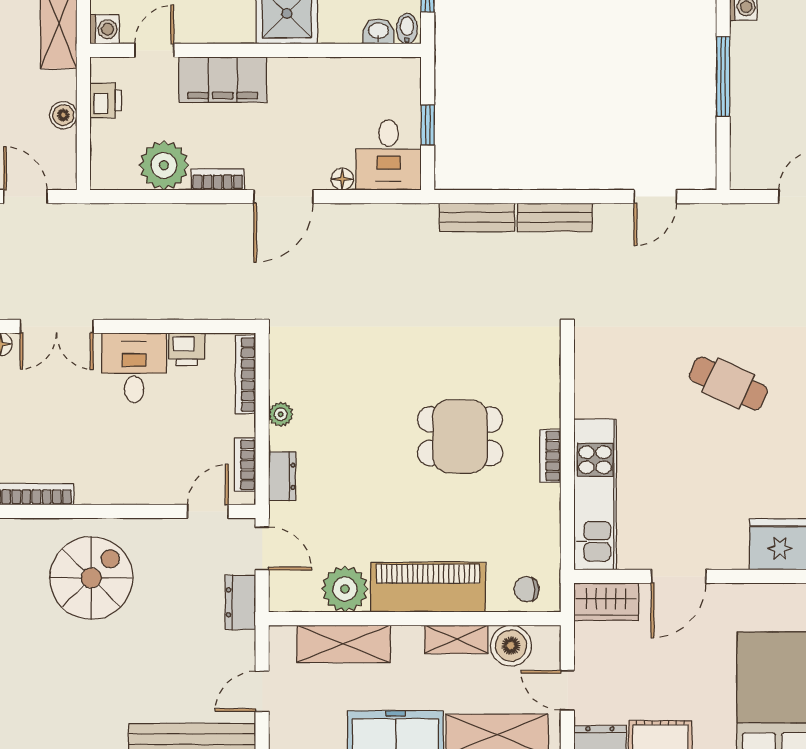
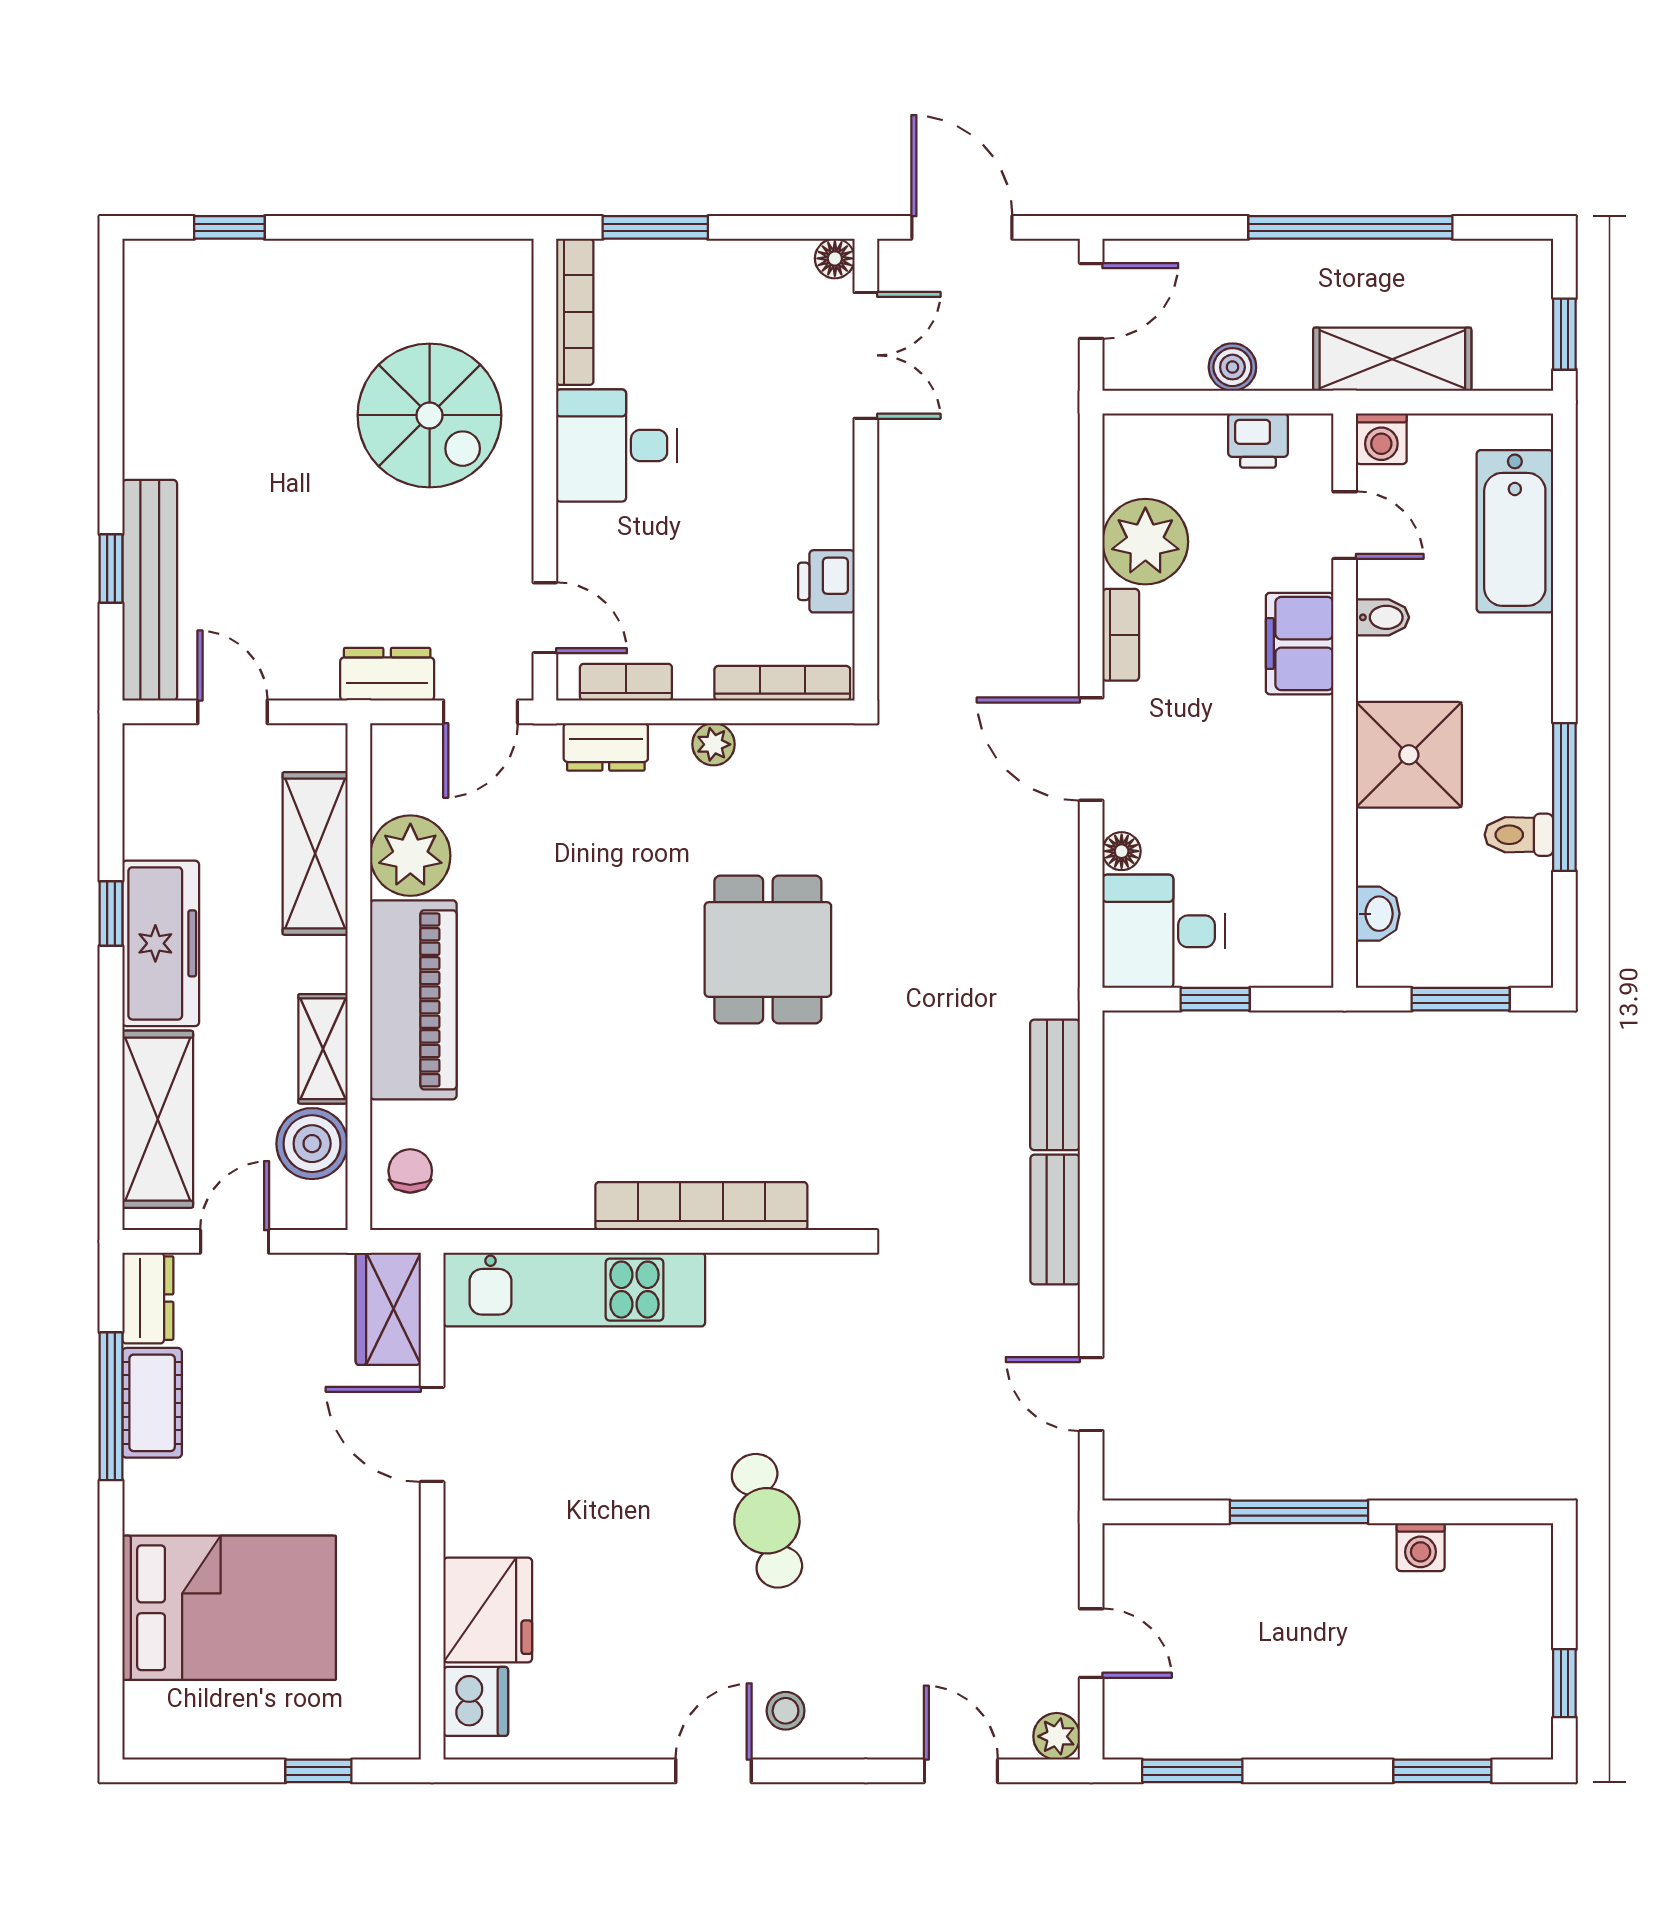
bidet: (407, 29) -> (1383, 617), moved
filing cabinet: (223, 80) -> (1300, 644), width x0.67, depth x0.86
double door: (57, 326) -> (866, 355), swing flipped
desk: (134, 368) -> (616, 446), moved, turned 180
cafe table: (728, 383) -> (767, 1521), turned -40
dining table: (460, 436) -> (768, 949), moved
bookcase: (550, 456) -> (701, 1206), width x2.31, depth x1.31

